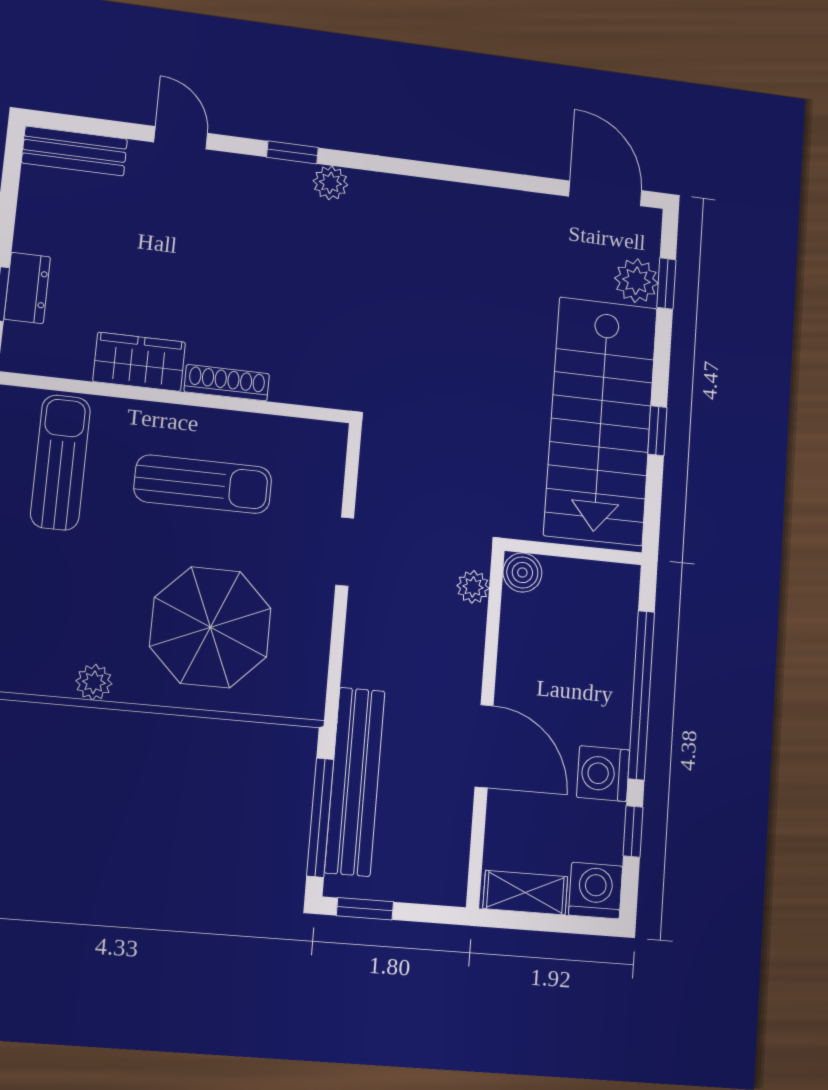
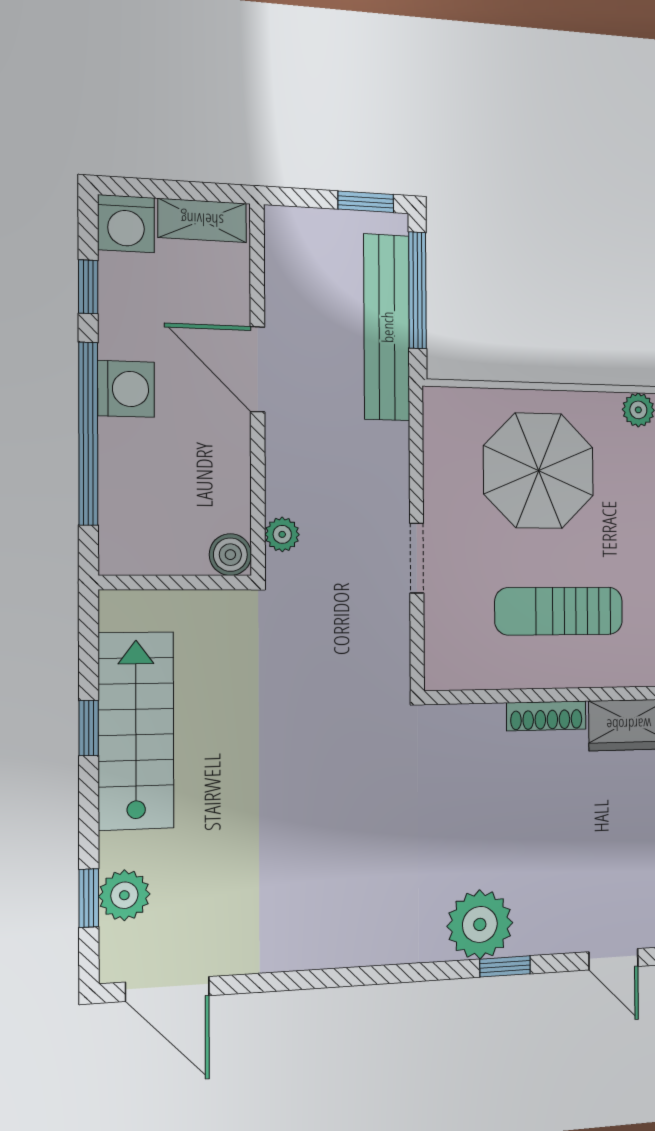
plant: (330, 183) -> (480, 924), width x1.87, depth x1.87
stairs: (601, 421) -> (136, 731), width x0.73, depth x0.66
washing machine: (603, 774) -> (126, 389), moved

